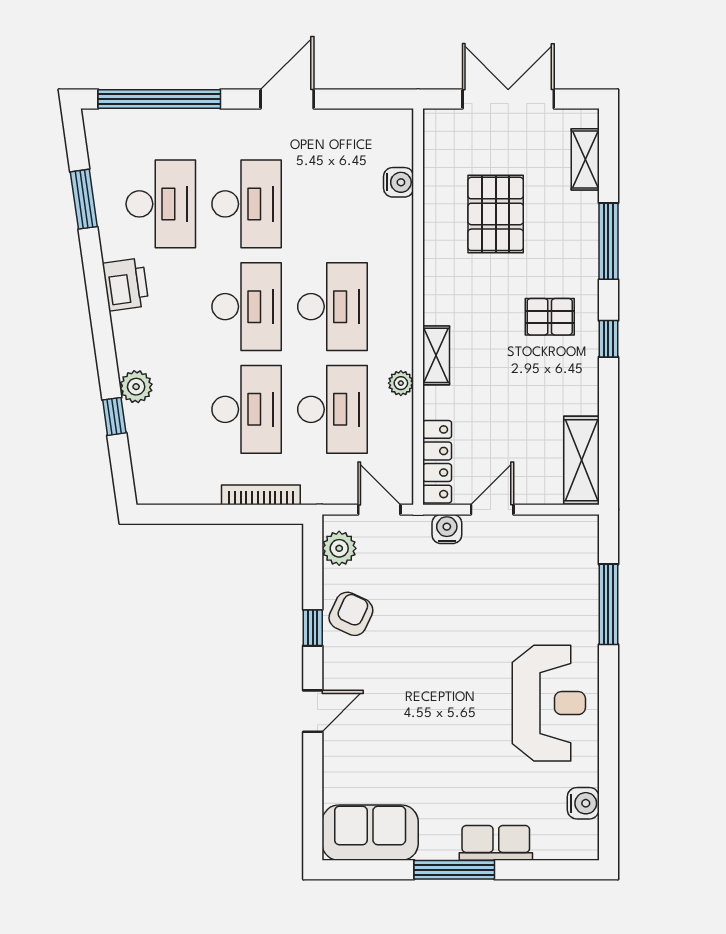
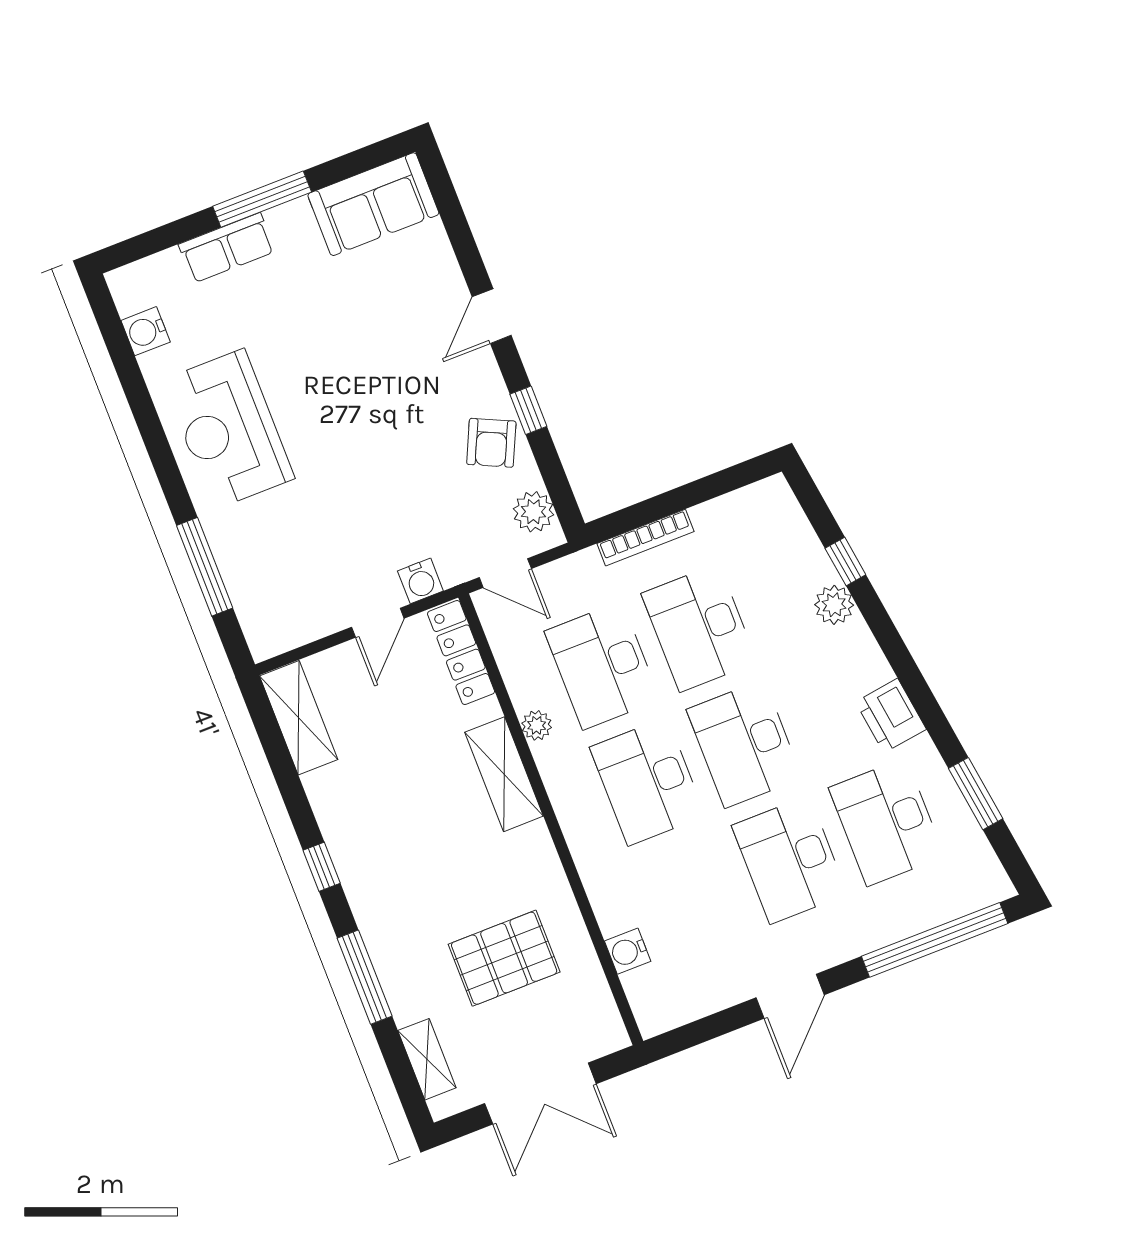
pallet: (496, 214) -> (504, 958), turned 90
pallet: (550, 317) -> (398, 866), removed
shelving: (436, 355) -> (504, 774), width x1.50, depth x1.33

